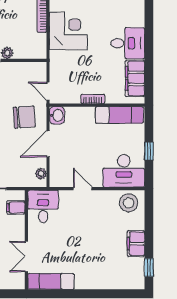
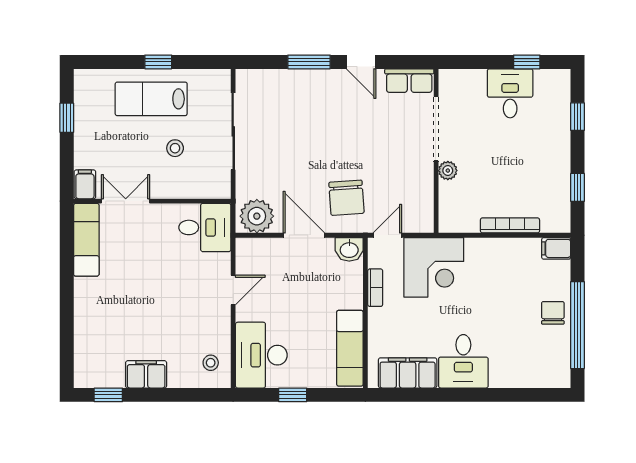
corner desk: (68, 31) -> (434, 267), moved
bookcase: (93, 99) -> (375, 288), moved
plant: (41, 174) -> (257, 216), width x1.87, depth x1.87
stool: (129, 203) -> (211, 363), width x0.53, depth x0.53
filing cabinet: (16, 207) -> (85, 184), moved

